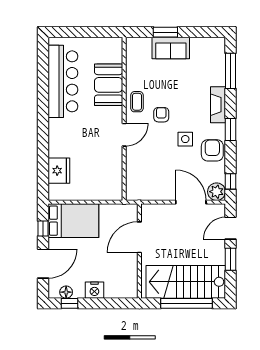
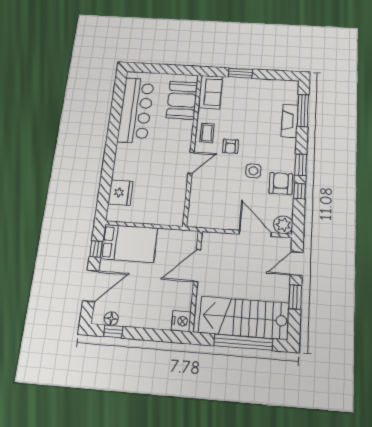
sofa: (171, 48) -> (210, 92), moved, turned -90
booth: (109, 85) -> (182, 100), moved
fireplace: (218, 105) -> (290, 121), moved
armchair: (161, 115) -> (230, 146), turned 180
window: (230, 181) -> (300, 191), moved
nightstand: (94, 290) -> (181, 321), moved, turned -90

